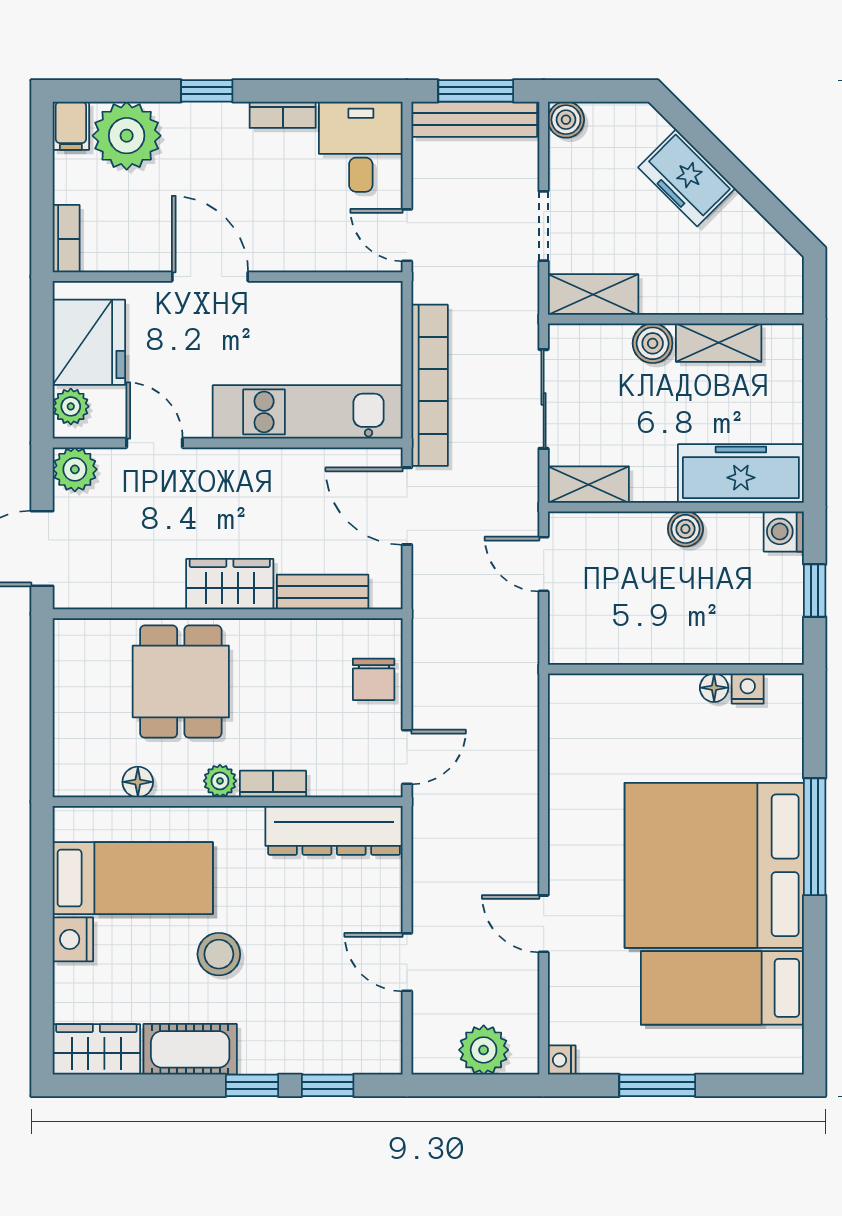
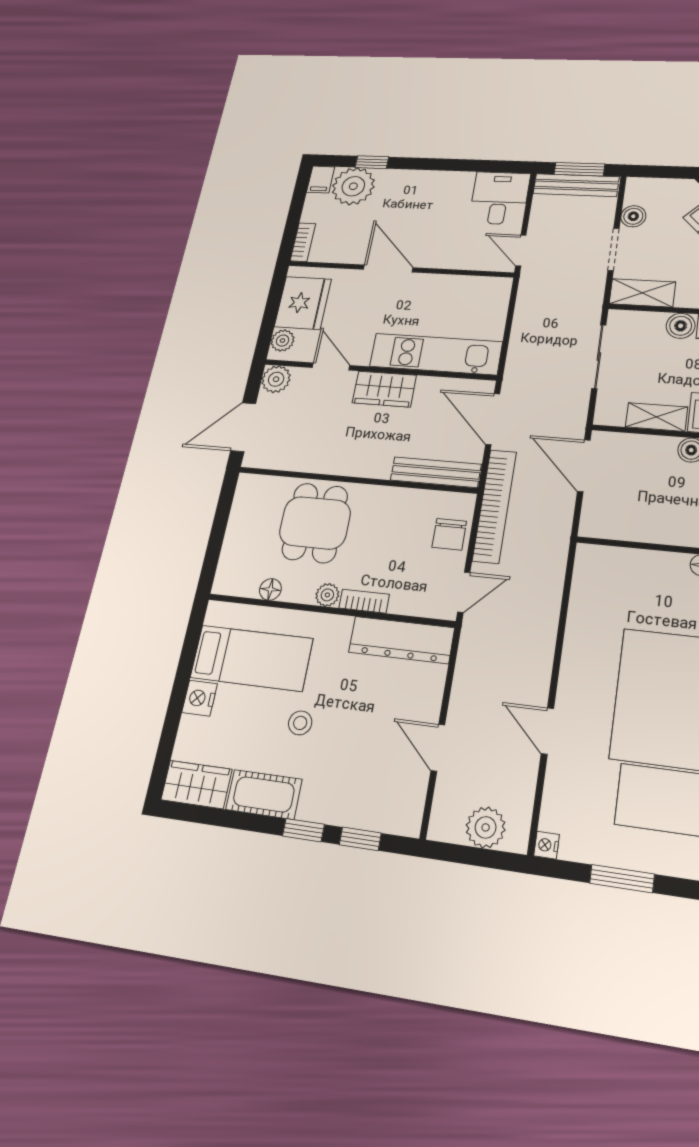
window: (207, 91) -> (372, 162), moved
bookcase: (283, 115) -> (453, 178), removed
boiler: (566, 120) -> (633, 216), moved
bookcase: (430, 385) -> (495, 506), moved
shelving: (588, 485) -> (657, 417), moved
door: (544, 564) -> (584, 466), width x1.38
wardrobe: (230, 584) -> (384, 389), moved, turned 180
bench: (323, 592) -> (436, 472), width x1.36
stool: (219, 954) -> (300, 723), width x0.73, depth x0.73

